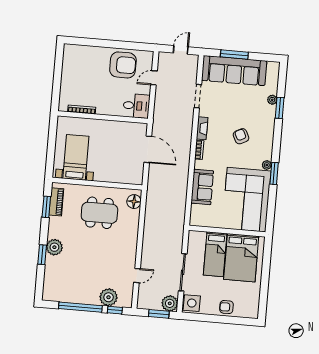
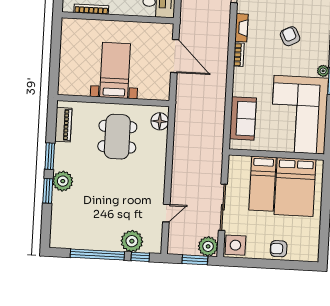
bed with nightstands: (76, 157) -> (115, 70), moved
sofa: (202, 187) -> (243, 118), moved
window: (46, 207) -> (50, 156), moved
dining table: (99, 213) -> (117, 137), turned 90

